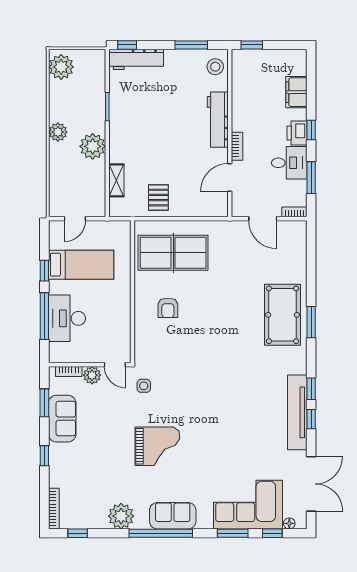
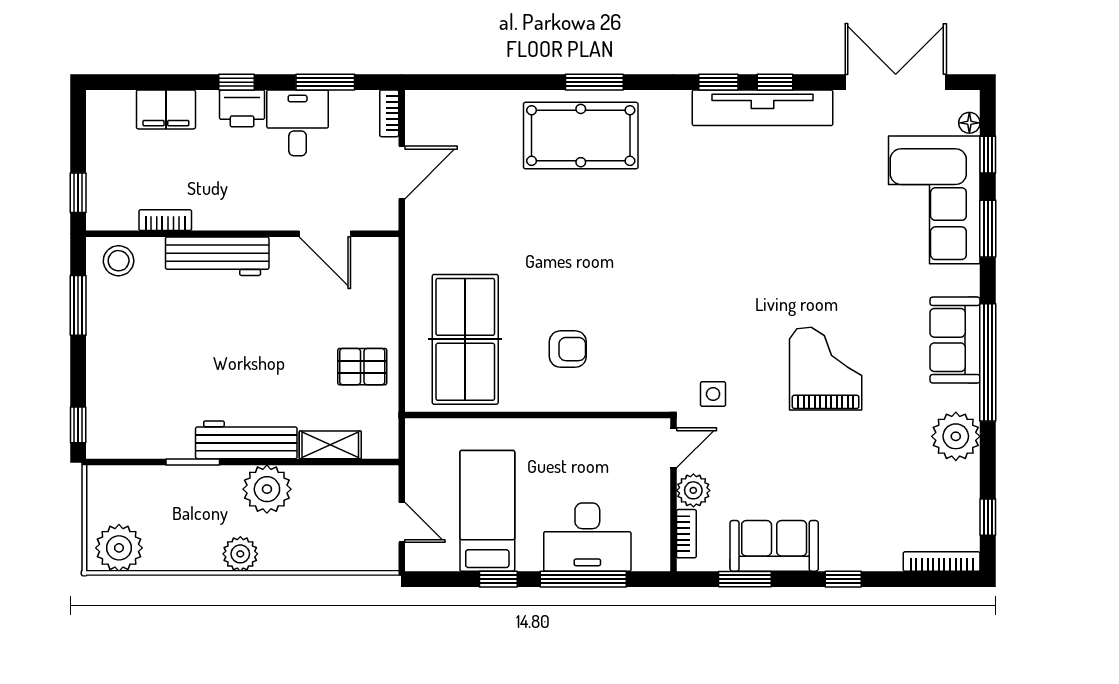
workbench: (136, 59) -> (246, 440), moved, turned -90
bookcase: (237, 146) -> (165, 220), moved

